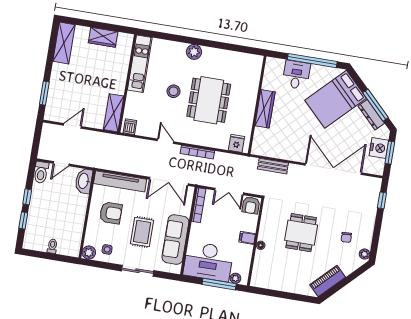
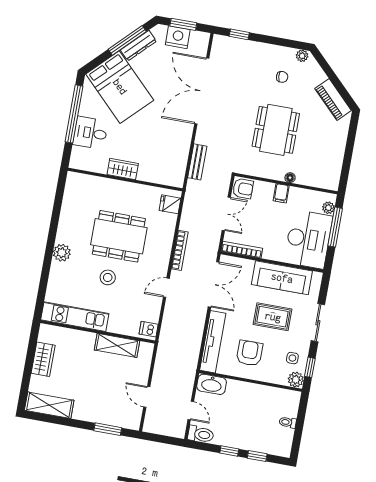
wardrobe: (265, 109) -> (123, 169), width x0.67
shelving: (114, 113) -> (117, 345), moved
dining table: (301, 233) -> (276, 130), width x1.38
window: (99, 264) -> (310, 367), added

